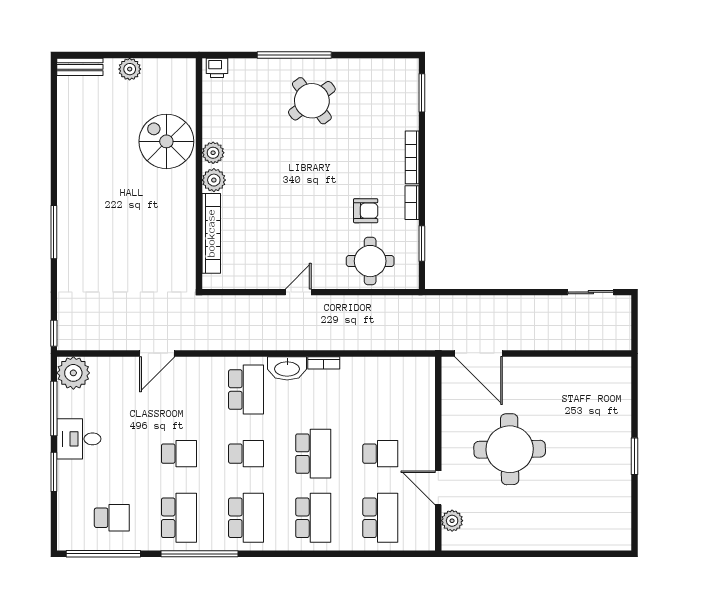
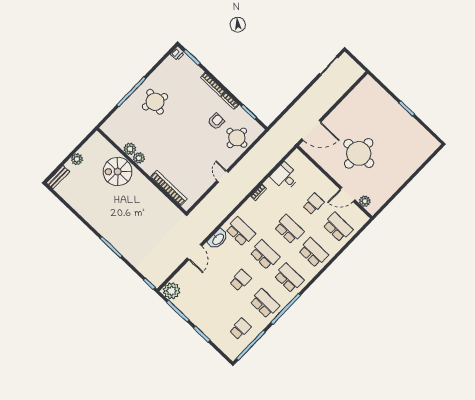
printer: (217, 68) -> (177, 53), moved
round table: (312, 101) -> (155, 102), turned -35
plant: (214, 180) -> (130, 149), moved
washbasin: (287, 368) -> (218, 239), moved
desk: (79, 439) -> (285, 177), moved, turned 90
school desk: (246, 454) -> (265, 255), width x1.85

